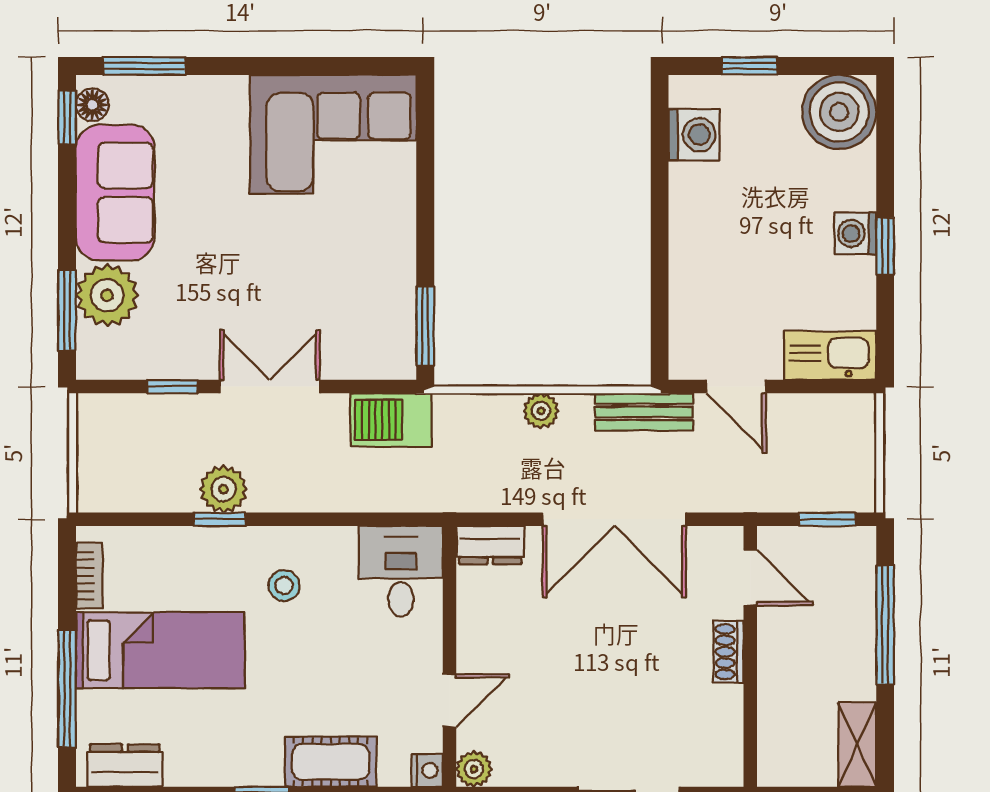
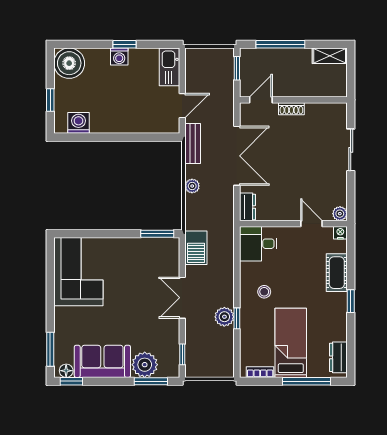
window: (172, 387) -> (182, 354), moved

